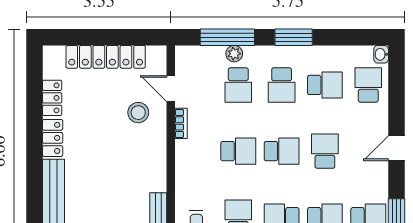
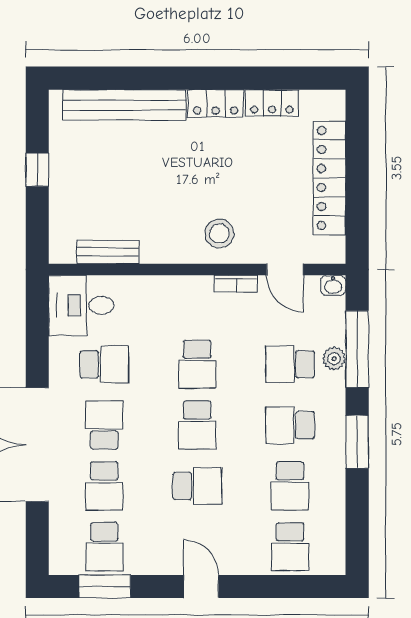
washbasin: (381, 54) -> (333, 285), moved, turned 180
school desk: (368, 85) -> (290, 547), turned 90
door: (171, 89) -> (285, 269), swing flipped
stool: (138, 113) -> (219, 234), moved

